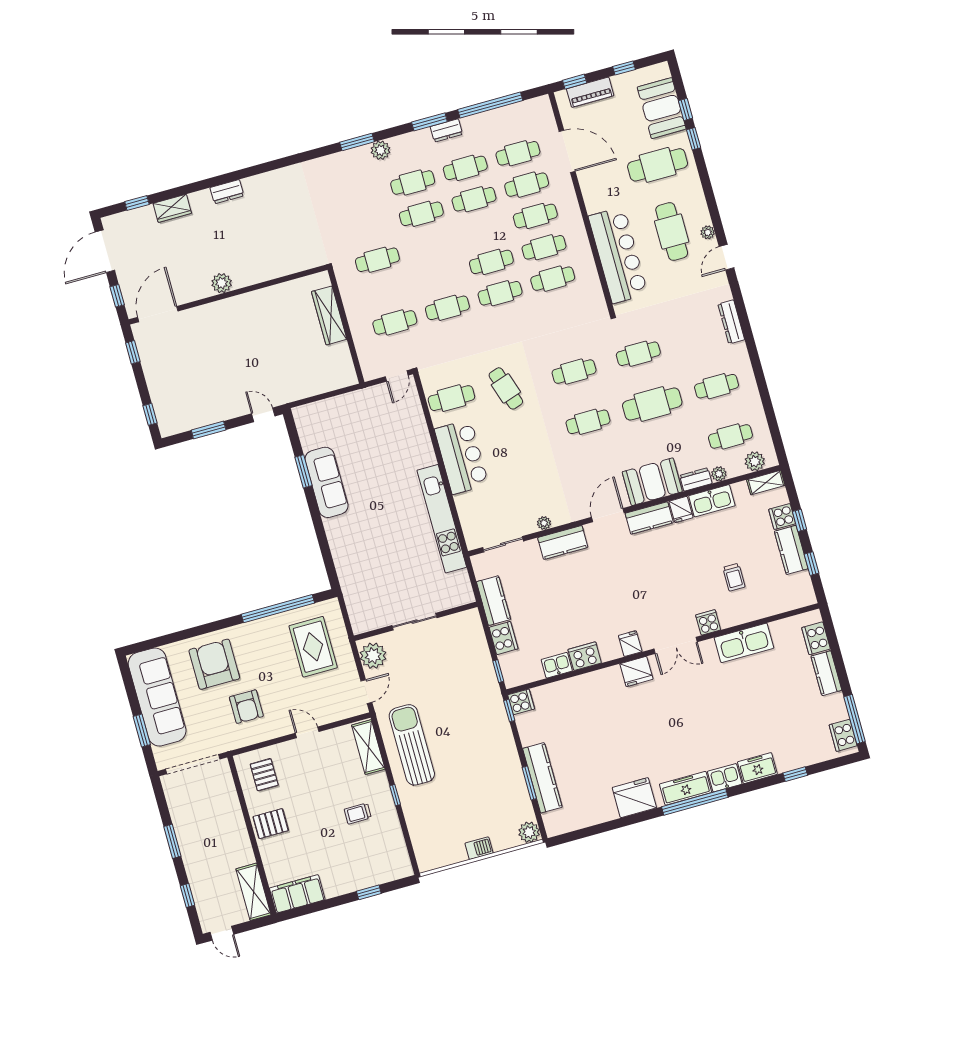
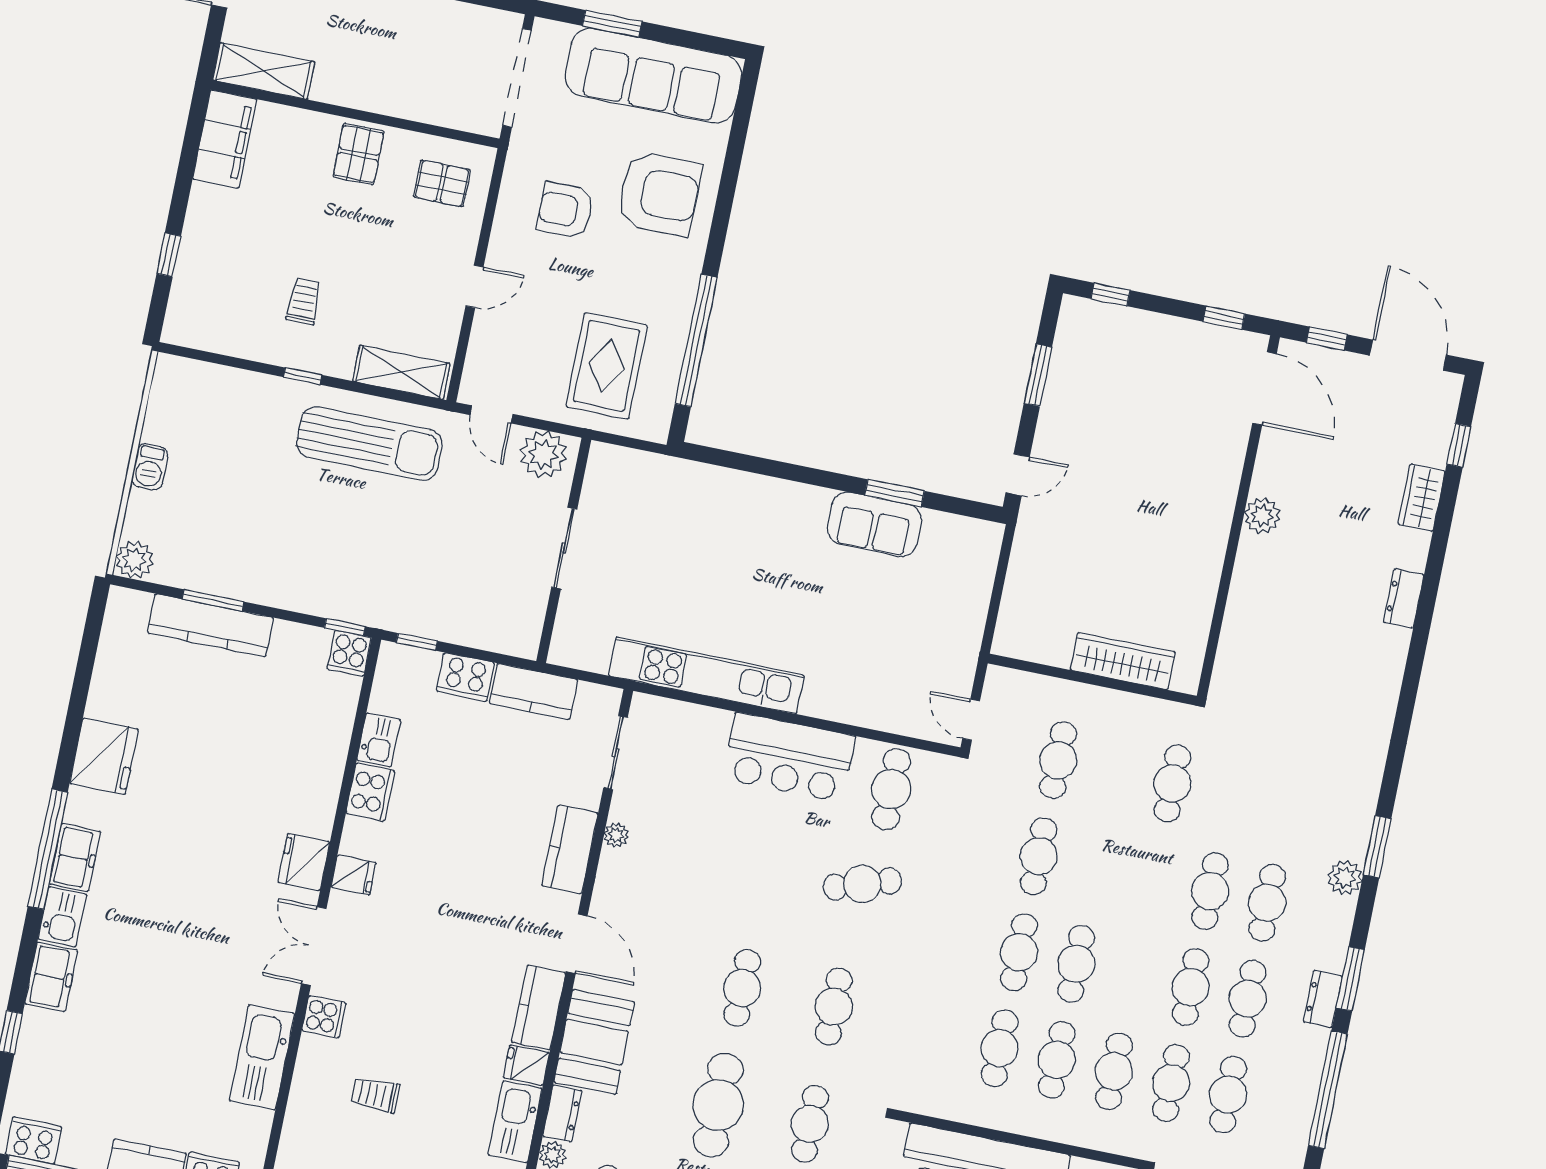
sofa: (326, 482) -> (874, 524), width x0.73
rug: (313, 647) -> (607, 366), turned 90
freezer: (686, 788) -> (75, 858), width x0.71

